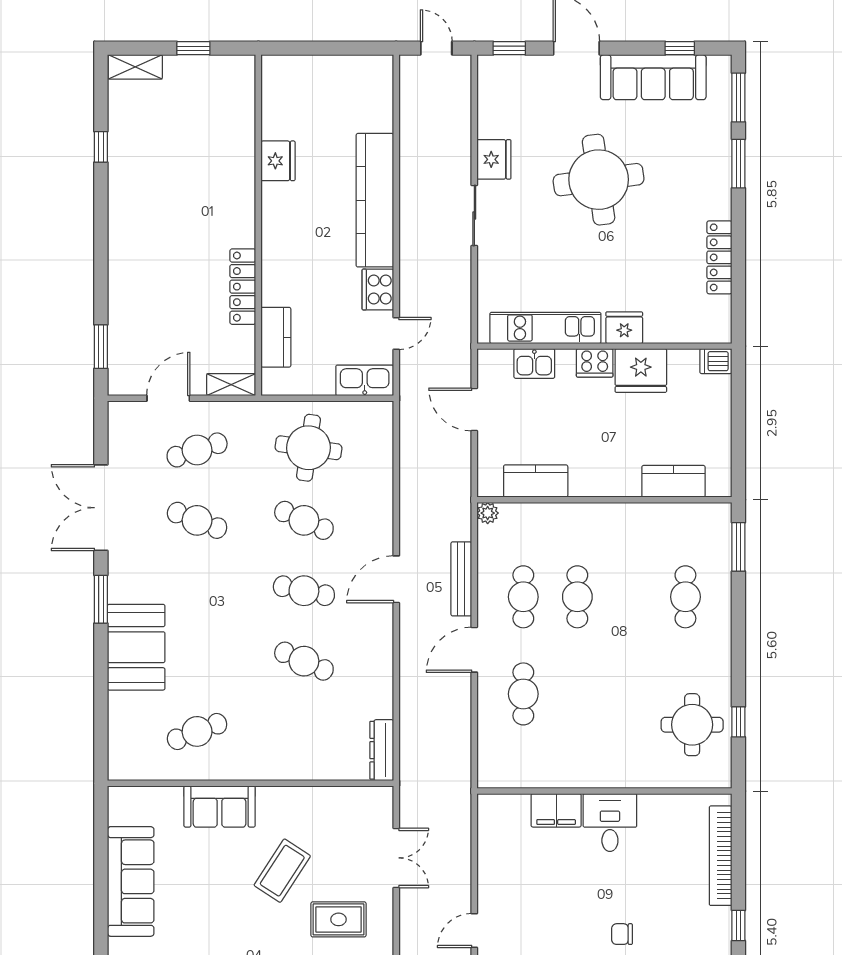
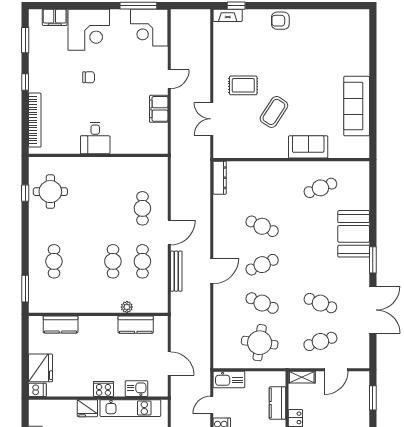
fridge: (641, 371) -> (41, 368), moved, turned 90
plant: (488, 513) -> (127, 307), moved
cafe table: (304, 591) -> (262, 265), turned -36
filing cabinet: (556, 810) -> (159, 109), moved, turned -90

